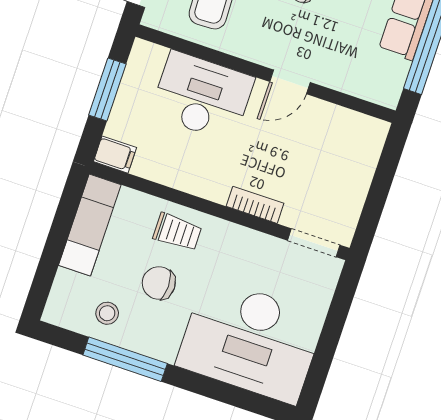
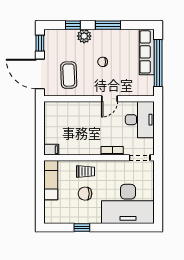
window: (107, 90) -> (40, 125), removed
desk: (202, 96) -> (140, 120), moved, turned 90
stool: (107, 313) -> (69, 212), removed
window: (125, 359) -> (82, 228), width x0.46

